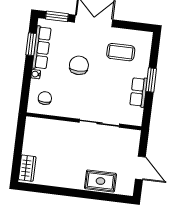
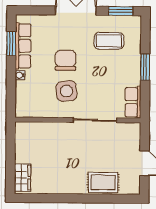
window: (57, 16) -> (121, 11), moved
row of seats: (139, 92) -> (133, 102), moved
side table: (77, 94) -> (66, 91), added
chair: (45, 98) -> (33, 100), removed

